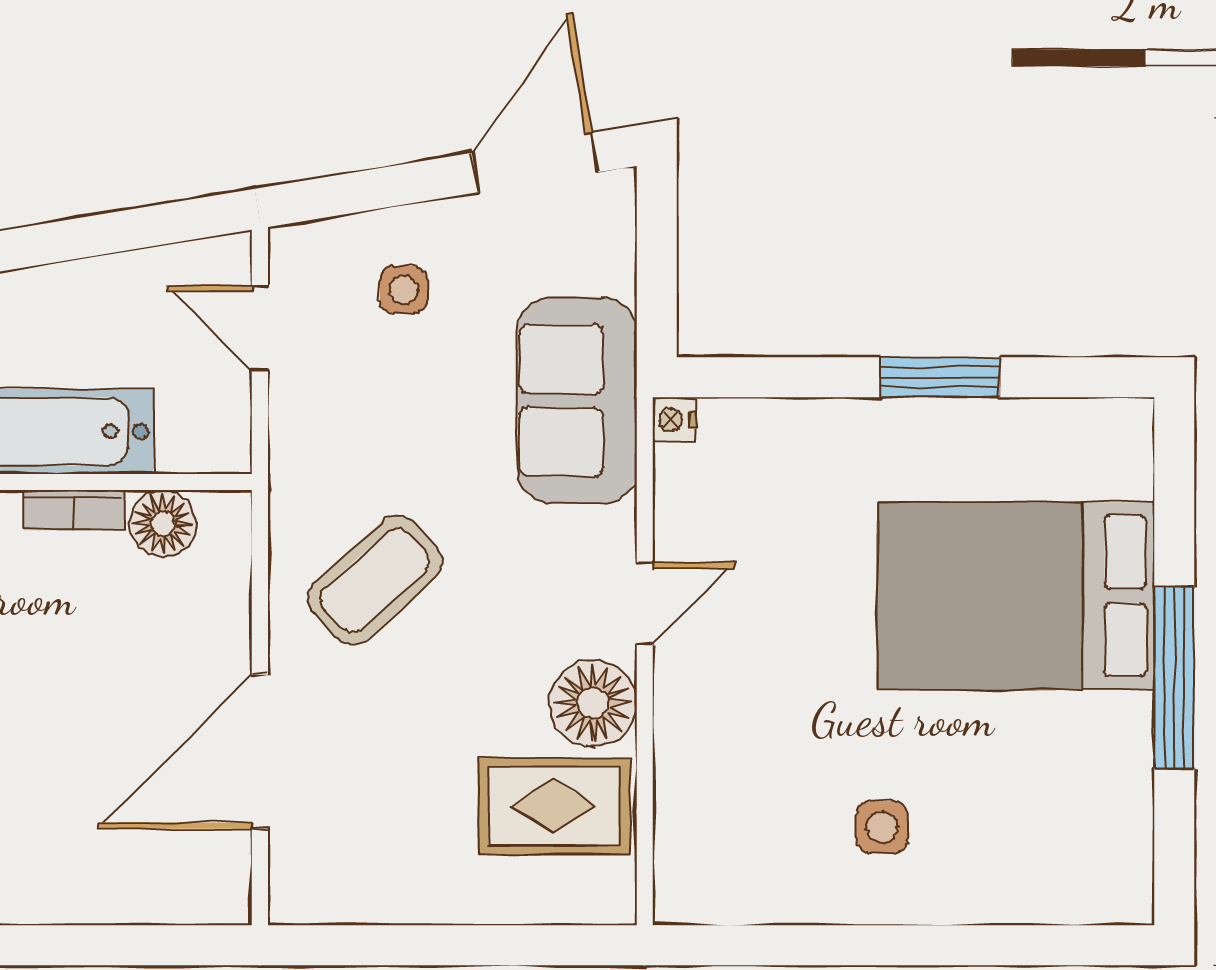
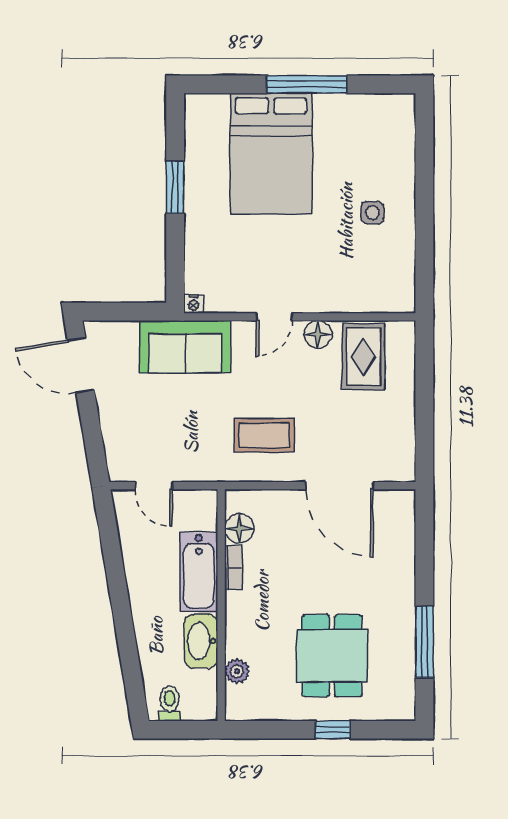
side table: (404, 290) -> (137, 423), removed
door: (260, 328) -> (154, 486), hinge flipped
coffee table: (375, 580) -> (264, 435), turned -48
door: (645, 603) -> (274, 317), swing flipped
floor lamp: (593, 703) -> (318, 334), width x0.73, depth x0.73

